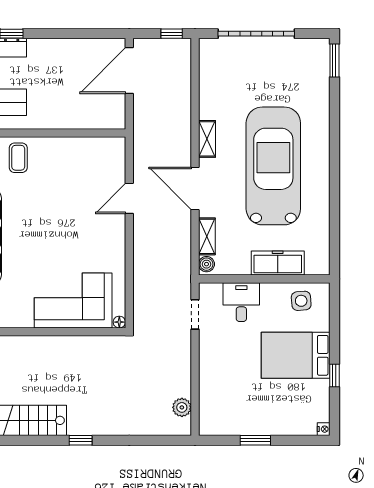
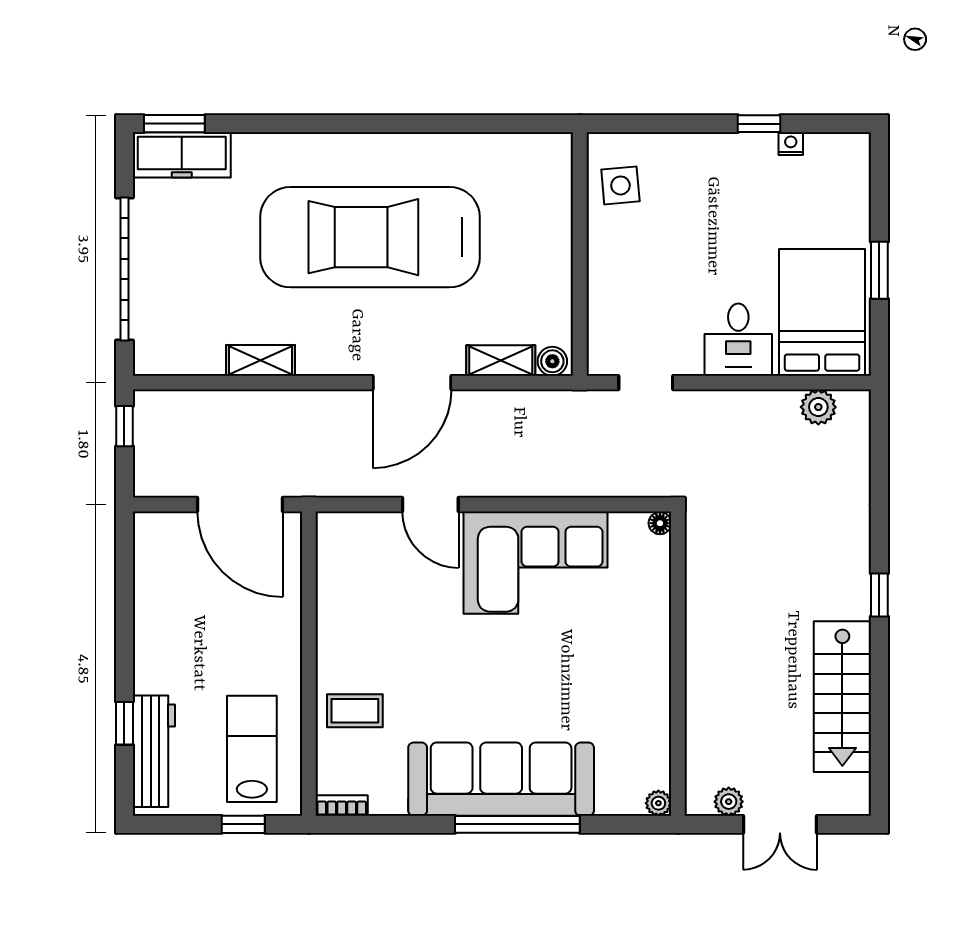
door: (129, 71) -> (240, 505), moved
shelving: (207, 139) -> (261, 360), moved
freezer: (278, 263) -> (182, 155), moved, turned -90
corner sofa: (73, 300) -> (535, 563), moved, turned -90
desk: (241, 302) -> (738, 340), moved, turned -90
bed: (296, 355) -> (822, 312), moved, turned 180
nightstand: (324, 429) -> (791, 144), moved

